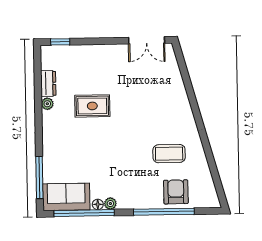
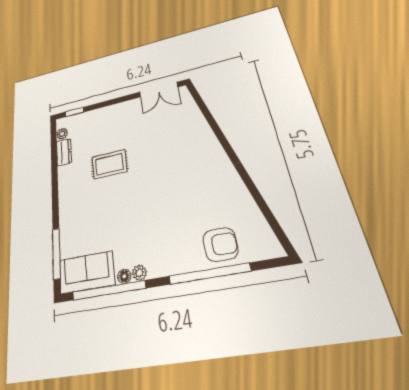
plant: (47, 104) -> (62, 134), moved
coffee table: (169, 154) -> (203, 198), removed
armchair: (176, 192) -> (220, 244), turned 90

